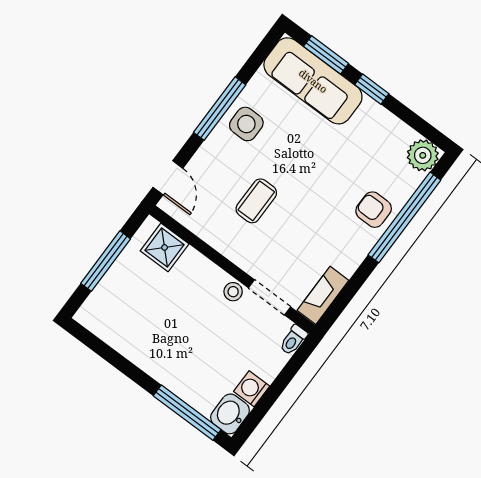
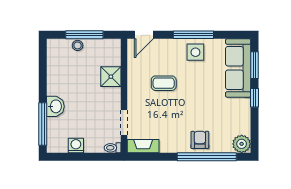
shower: (165, 247) -> (111, 77), moved
stool: (233, 292) -> (78, 45), moved
washbasin: (230, 414) -> (55, 106), moved, turned 90

